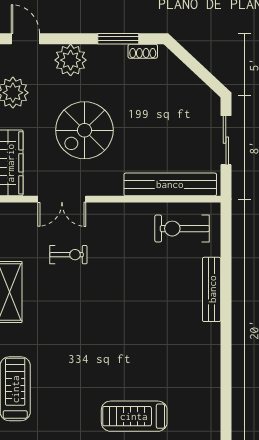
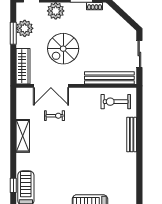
double door: (62, 199) -> (51, 86), width x1.37

